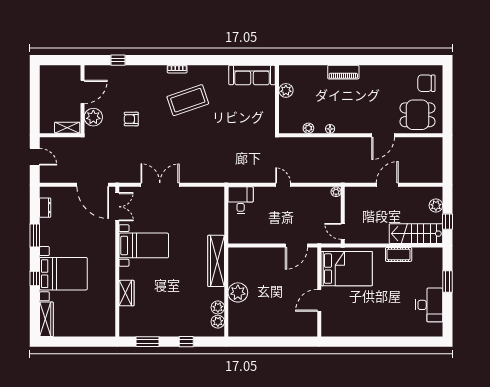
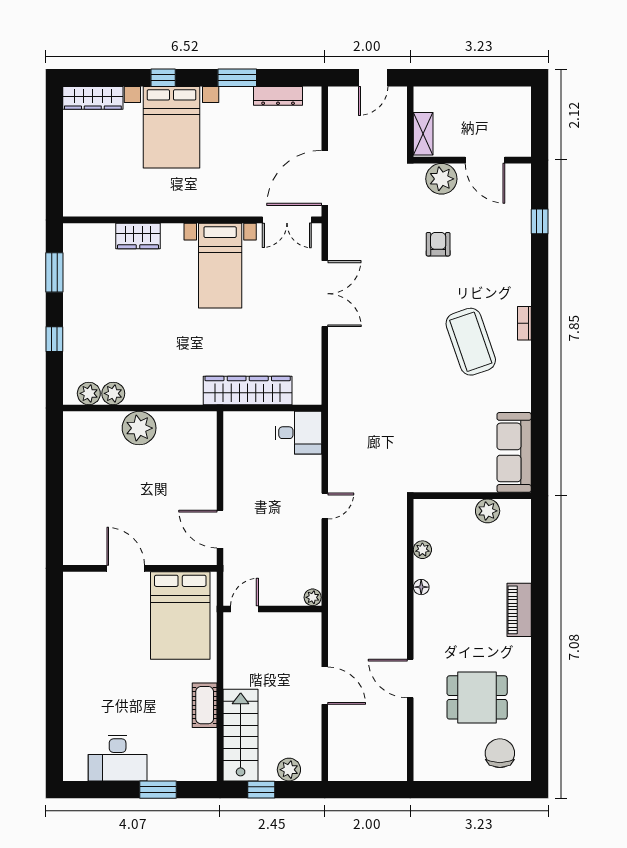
dining table: (417, 115) -> (477, 697), moved, turned 90
dresser: (45, 208) -> (278, 96), width x1.44
wardrobe: (216, 261) -> (248, 391), moved

